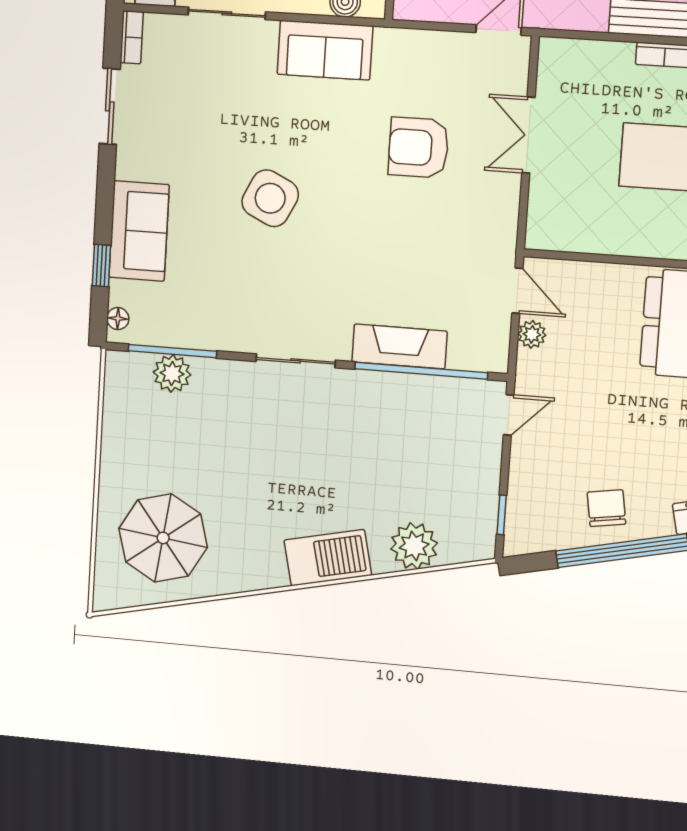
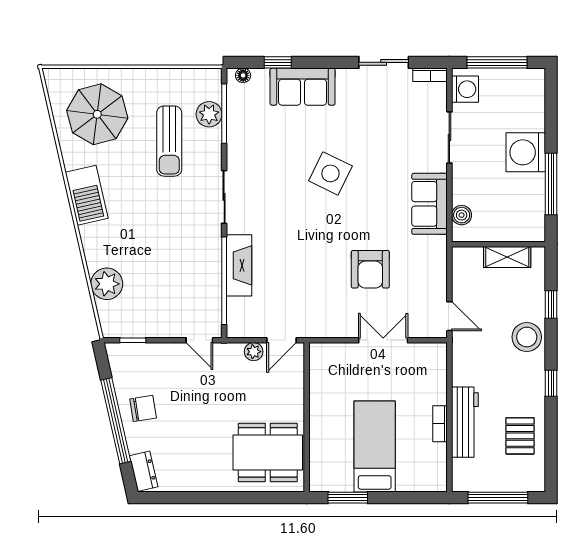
armchair: (418, 148) -> (370, 269), turned 180
sun lounger: (208, 436) -> (169, 141), added
barbecue: (328, 558) -> (87, 195), moved

